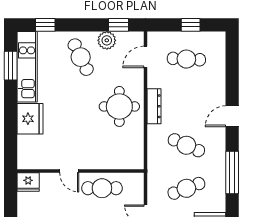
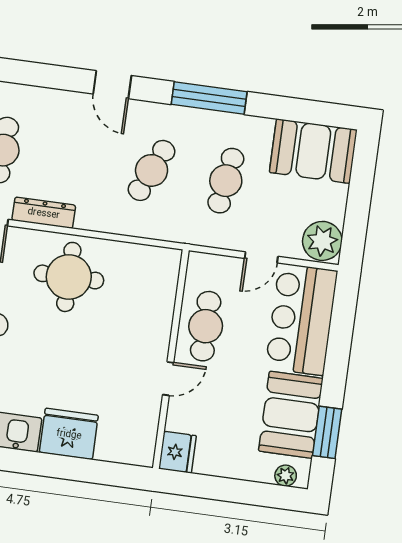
dresser: (154, 106) -> (44, 213), moved
cafe table: (186, 188) -> (226, 181), turned 30

